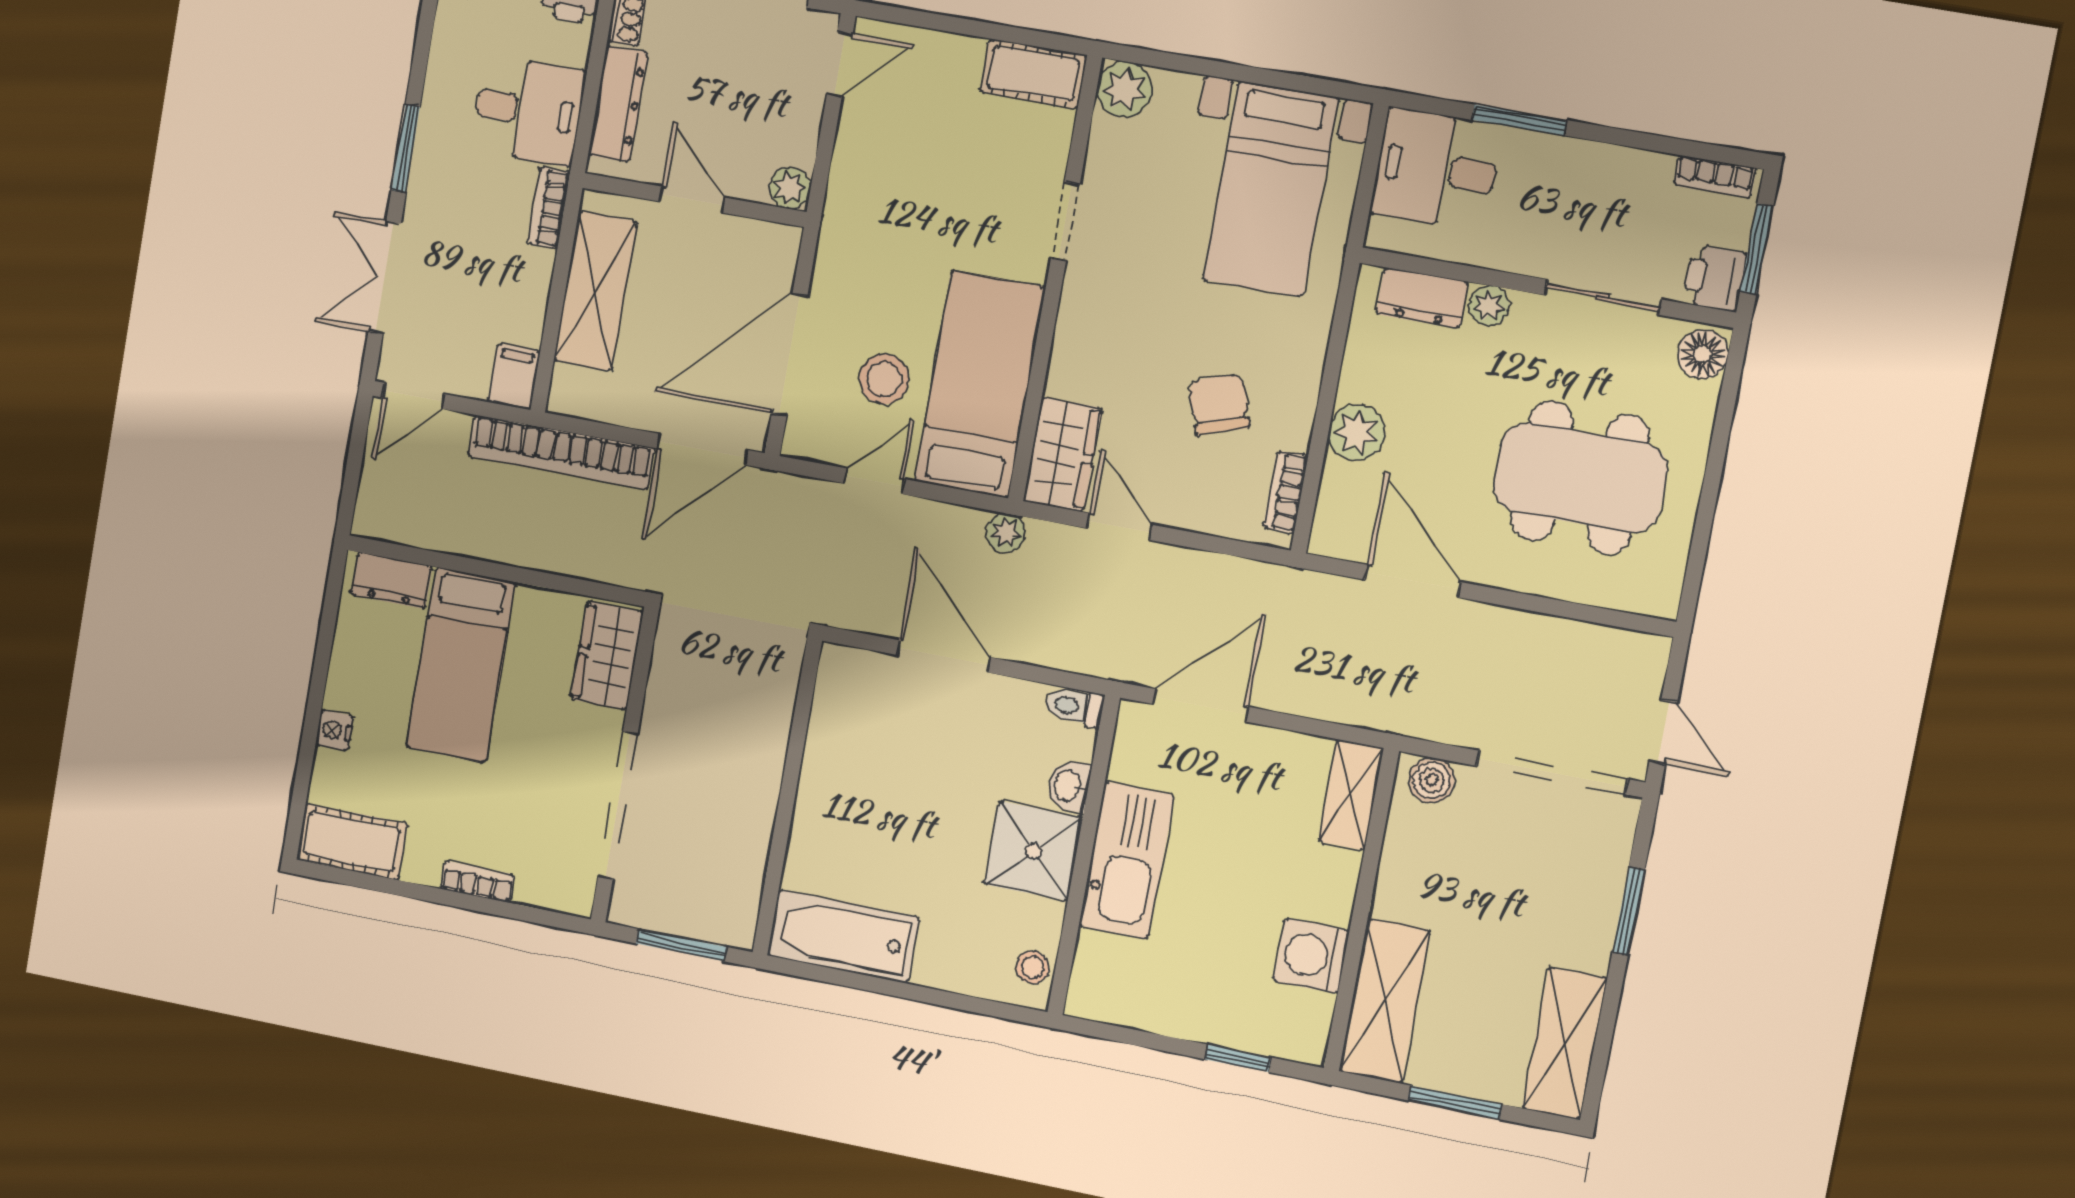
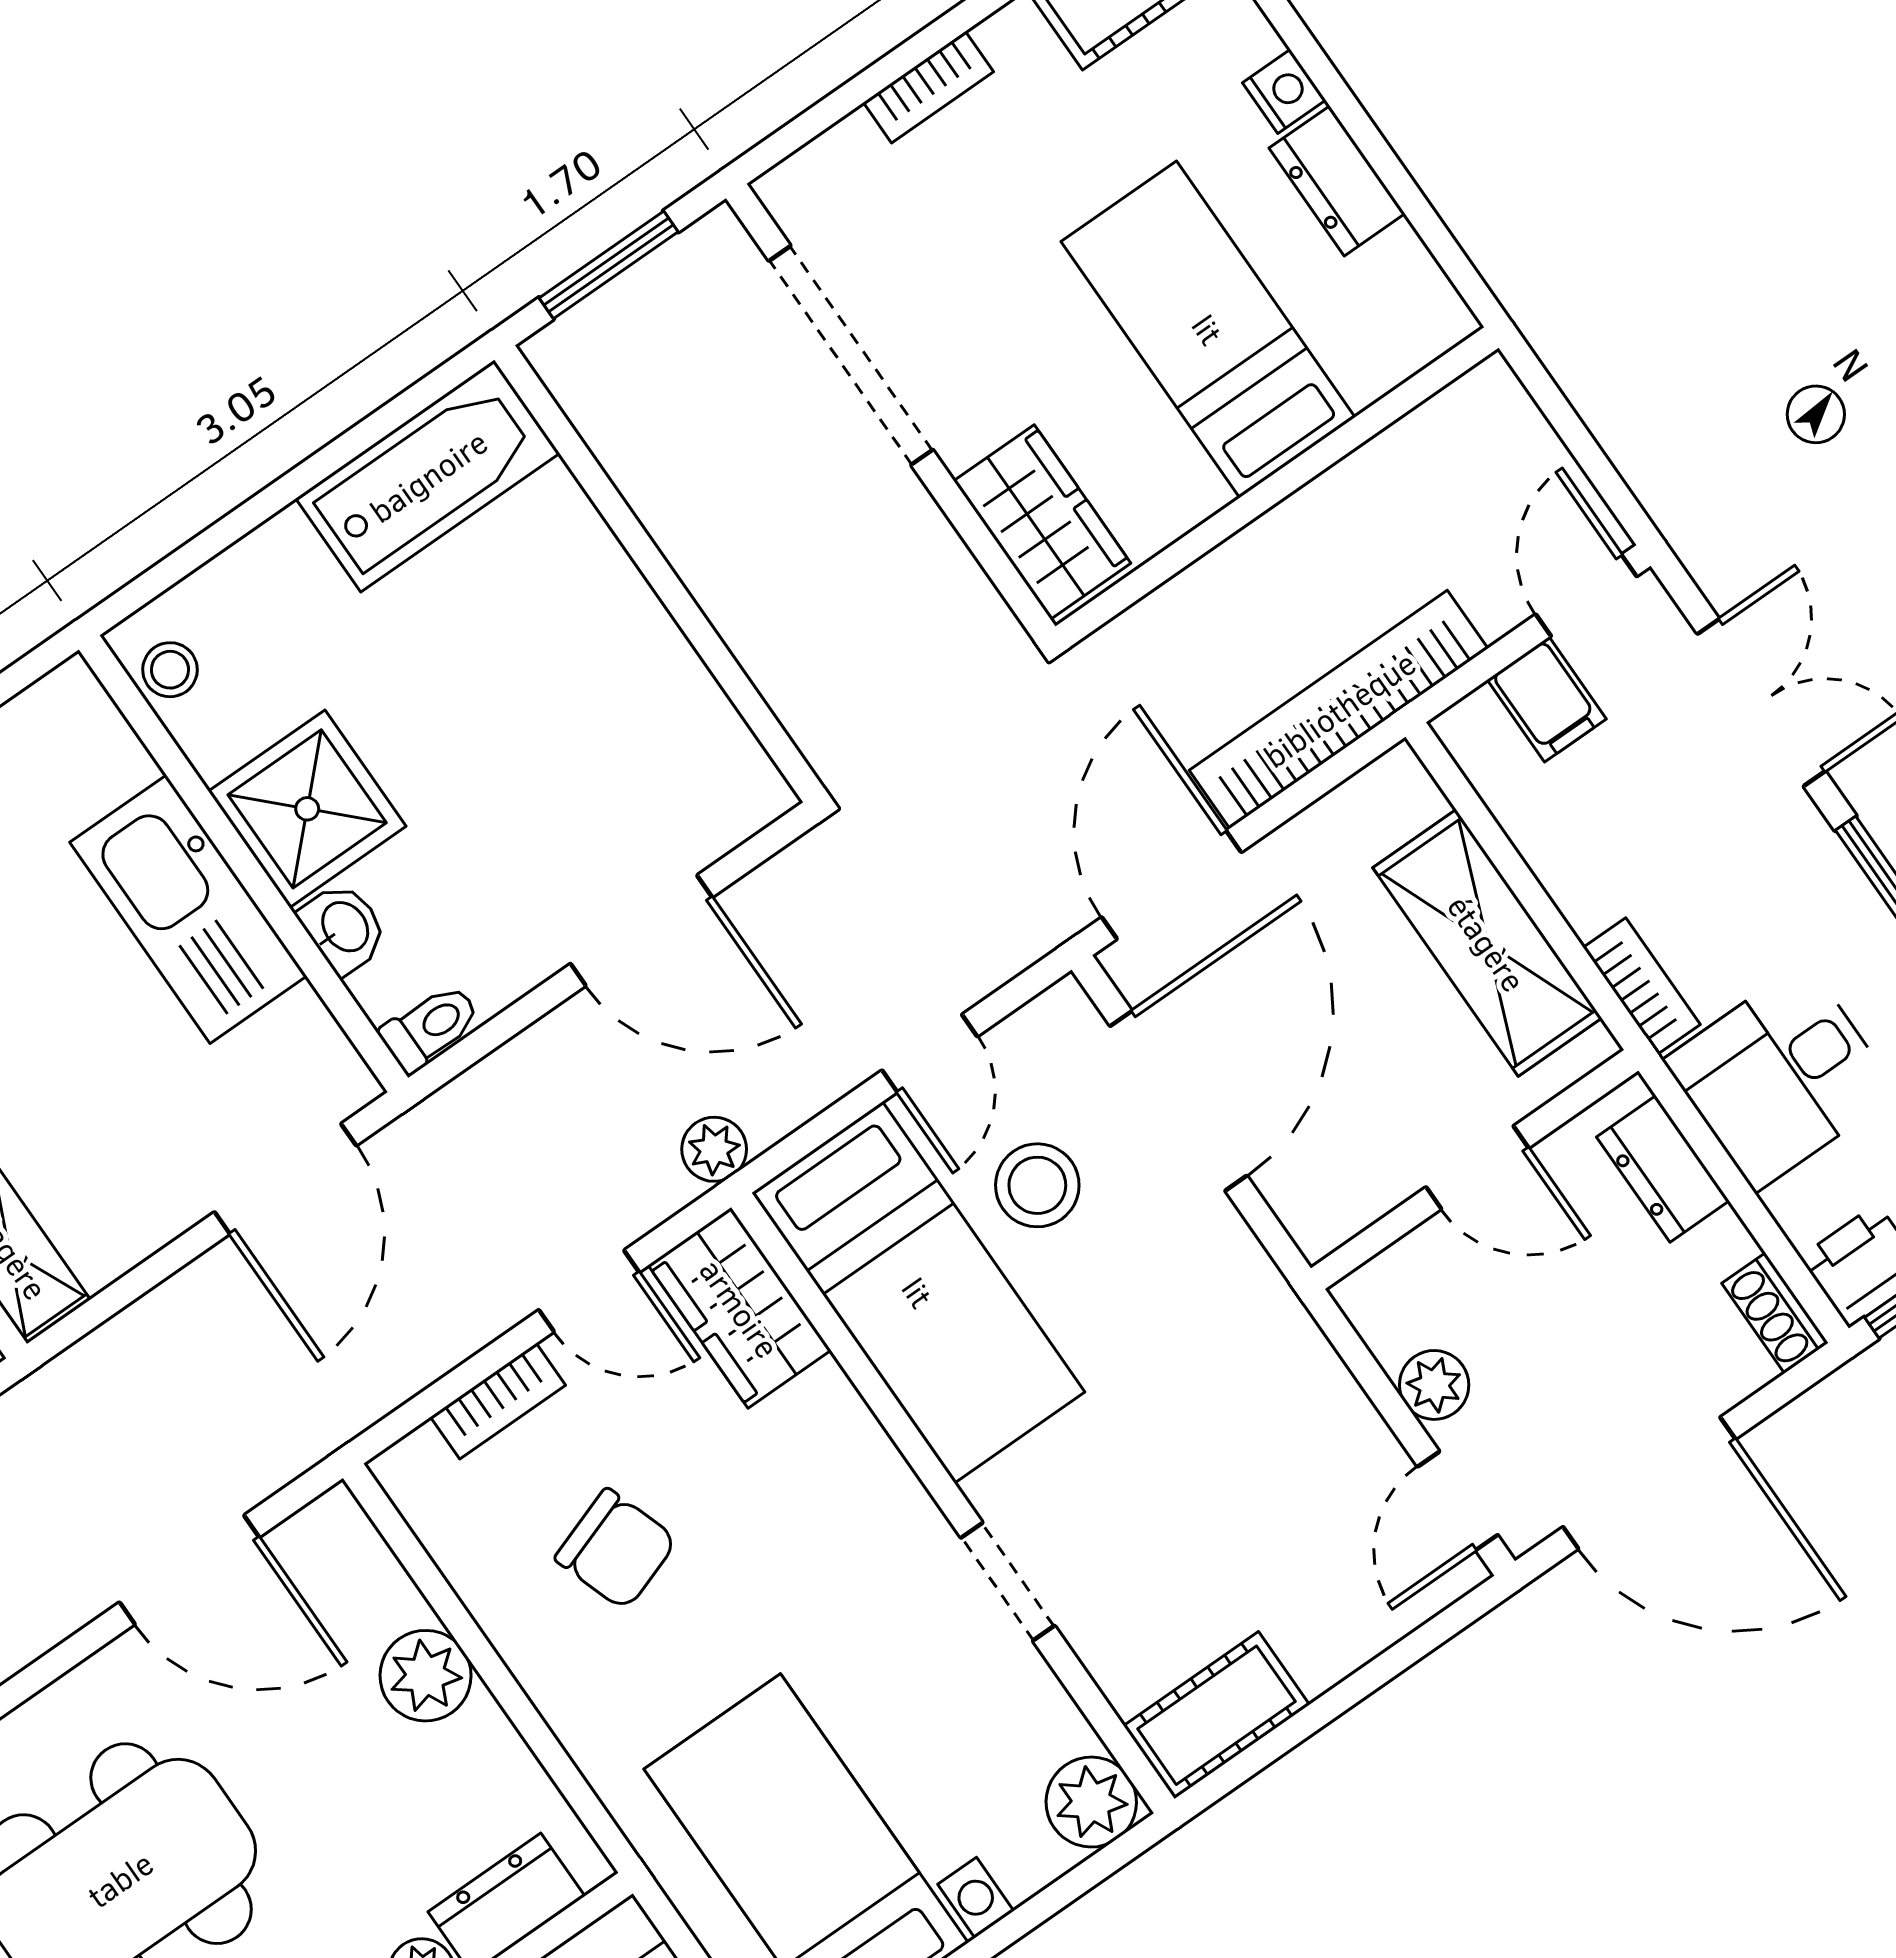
dresser: (618, 104) -> (1663, 1169), width x0.70
plant: (790, 188) -> (1434, 1385), moved
filing cabinet: (514, 377) -> (1547, 699), moved
bookcase: (1286, 492) -> (498, 1401), moved, turned 90
dresser: (391, 580) -> (1337, 181), moved, turned -90

